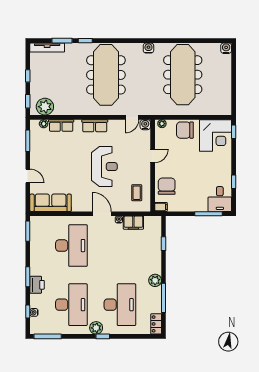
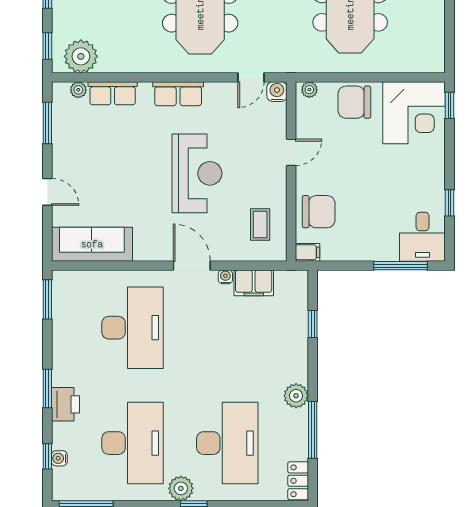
chair: (167, 186) -> (319, 212), turned 90

